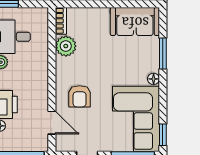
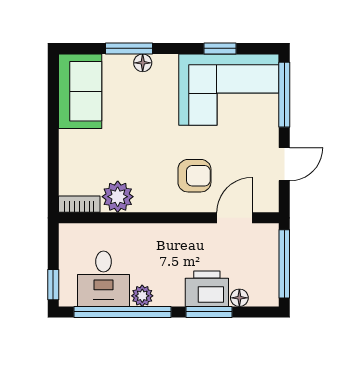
floor lamp: (154, 79) -> (143, 63), moved
window: (163, 135) -> (220, 48), moved

